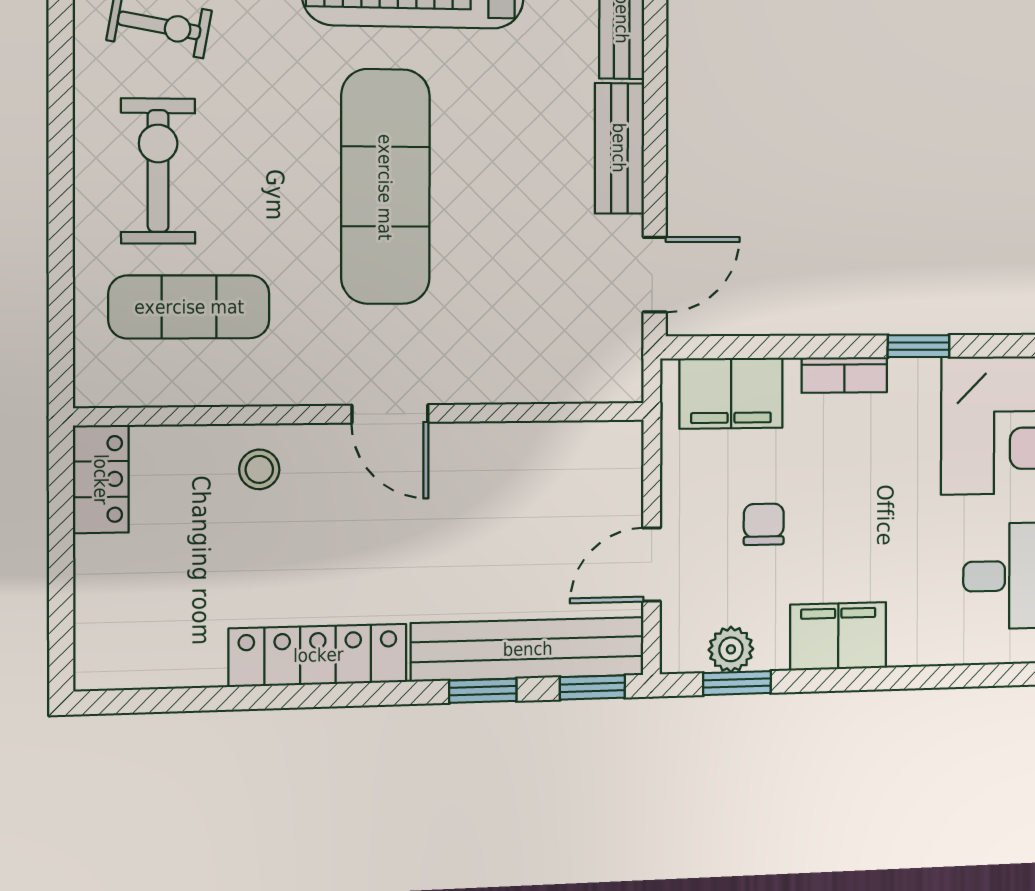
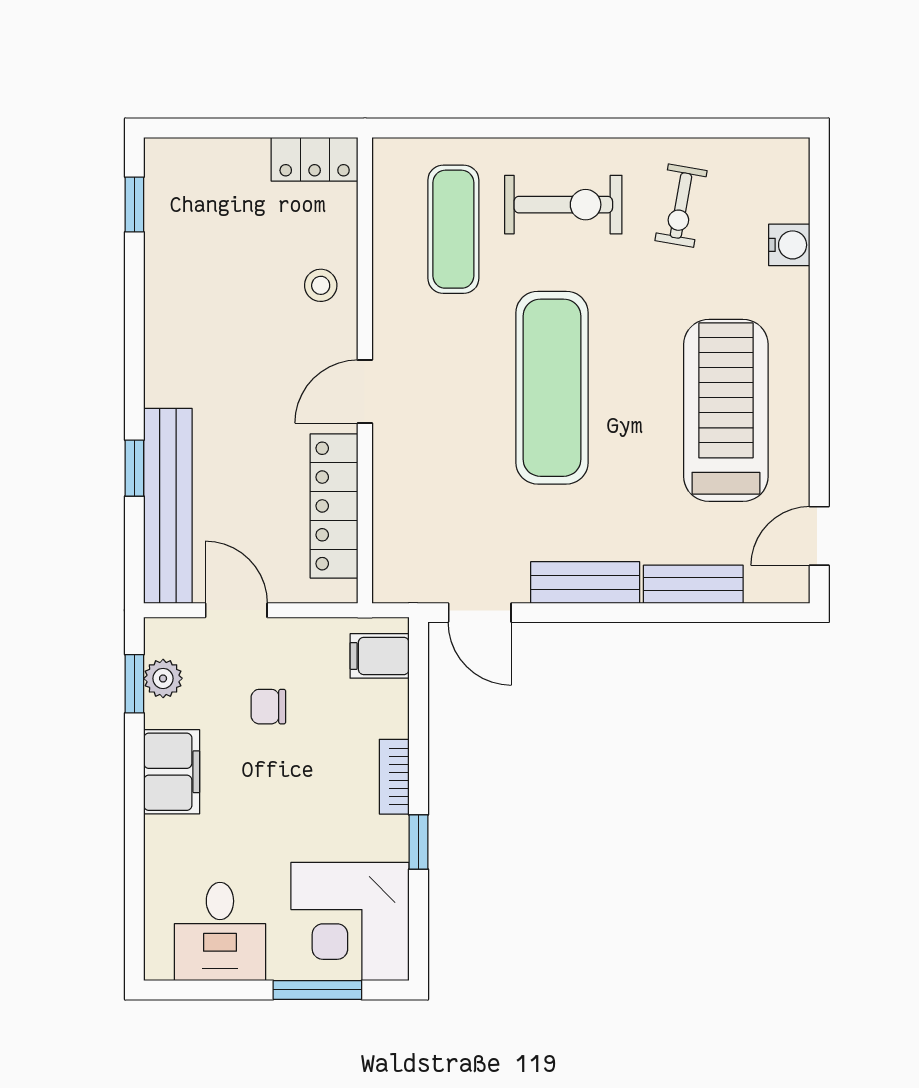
exercise mat: (385, 187) -> (552, 388), turned 90
filing cabinet: (731, 393) -> (380, 656), width x0.50
chair: (764, 524) -> (268, 707), turned 180
locker: (318, 655) -> (334, 506), moved, turned 180
window: (592, 687) -> (134, 204), moved

